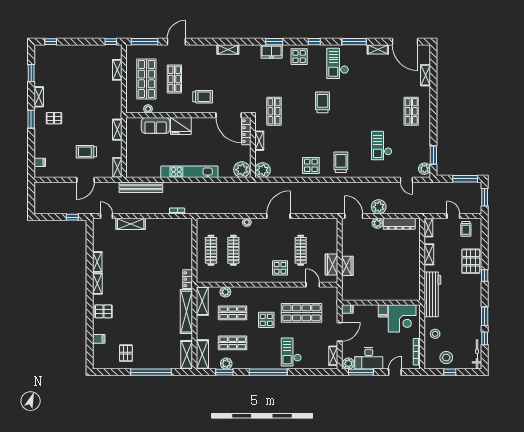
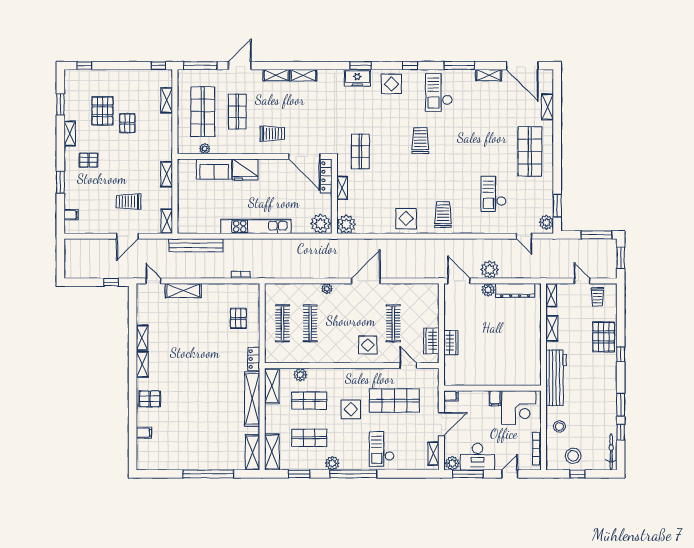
shelving: (206, 49) -> (276, 75), added
pallet: (65, 78) -> (102, 111), added
pallet: (85, 88) -> (127, 123), added
shop shelf: (411, 111) -> (530, 151), width x1.43, depth x1.36
window: (31, 119) -> (60, 182), moved
pallet: (126, 353) -> (238, 318), moved
plant: (226, 364) -> (332, 463), moved

